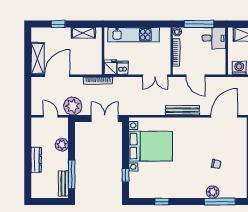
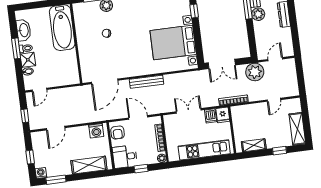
window: (199, 24) -> (141, 169), width x0.46
shelving: (38, 58) -> (297, 129), moved
armchair: (218, 63) -> (118, 133), added
door: (57, 76) -> (274, 100), width x0.53
double door: (155, 76) -> (189, 111), moved
door: (51, 116) -> (275, 59), swing flipped
plant: (62, 145) -> (258, 14), moved

